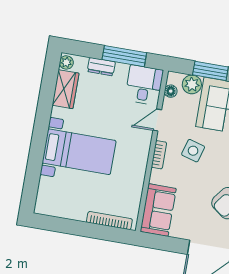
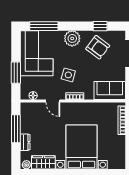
plant: (192, 84) -> (27, 83), removed
desk: (144, 85) -> (32, 113), removed
bed with nightstands: (79, 152) -> (81, 147), width x1.36

